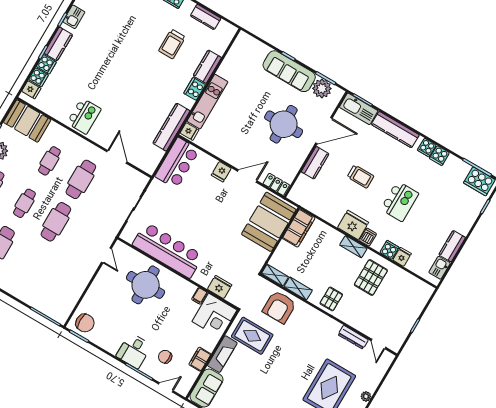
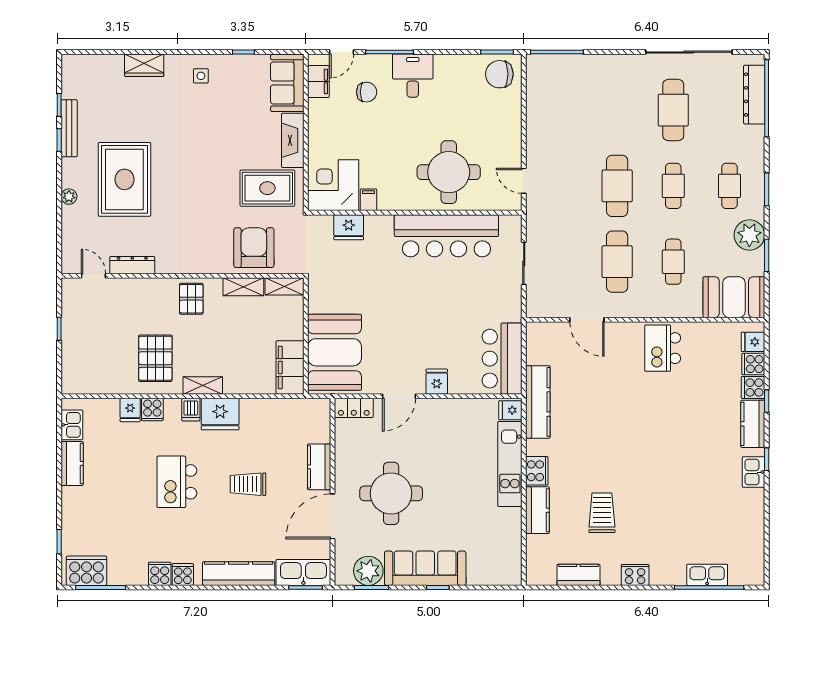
filing cabinet: (200, 359) -> (318, 81), moved

